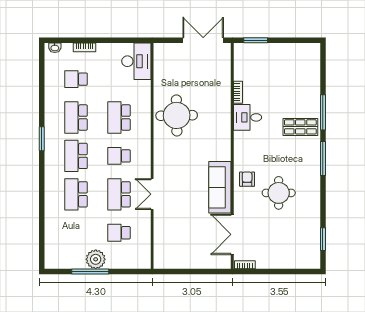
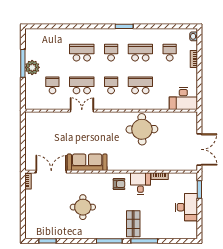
desk: (279, 57) -> (186, 207), added
school desk: (76, 156) -> (111, 53), width x0.54
armchair: (247, 179) -> (119, 184), moved

